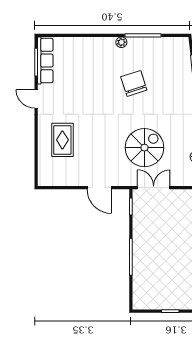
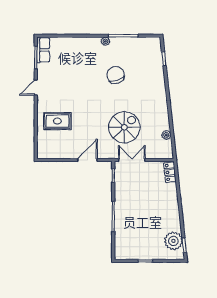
row of seats: (45, 60) -> (43, 50), width x0.68
door: (36, 99) -> (36, 88), hinge flipped
rug: (62, 140) -> (57, 121), turned 90
door: (99, 188) -> (87, 160), swing flipped

